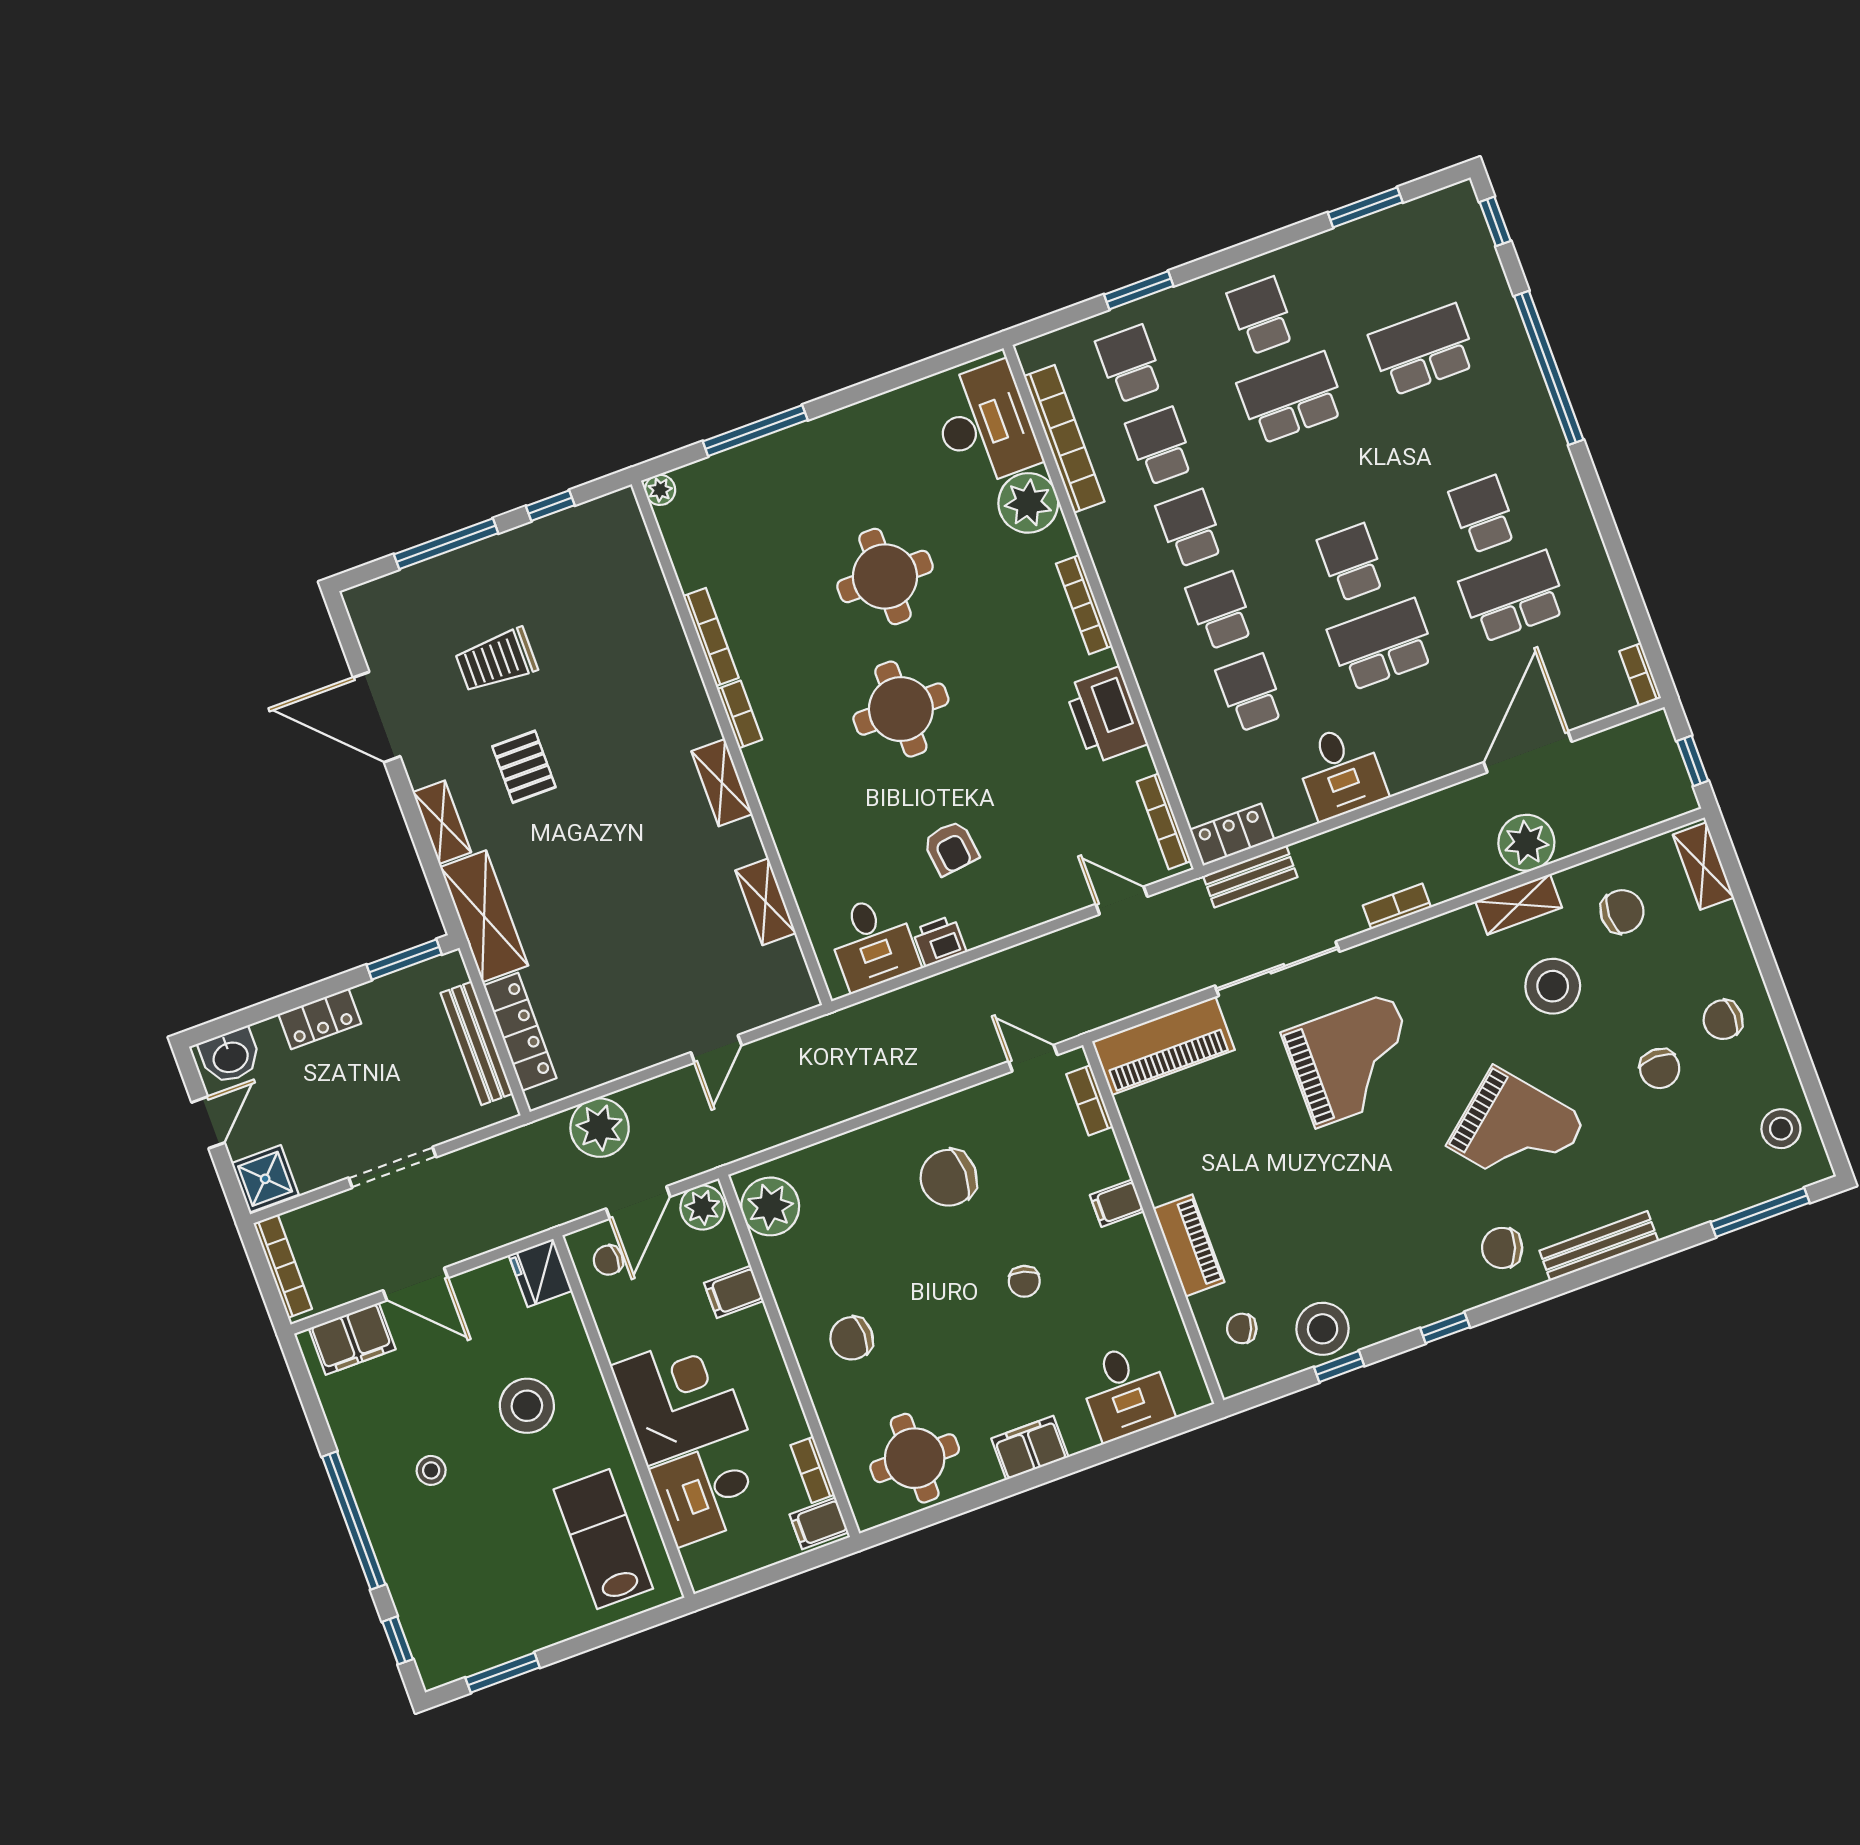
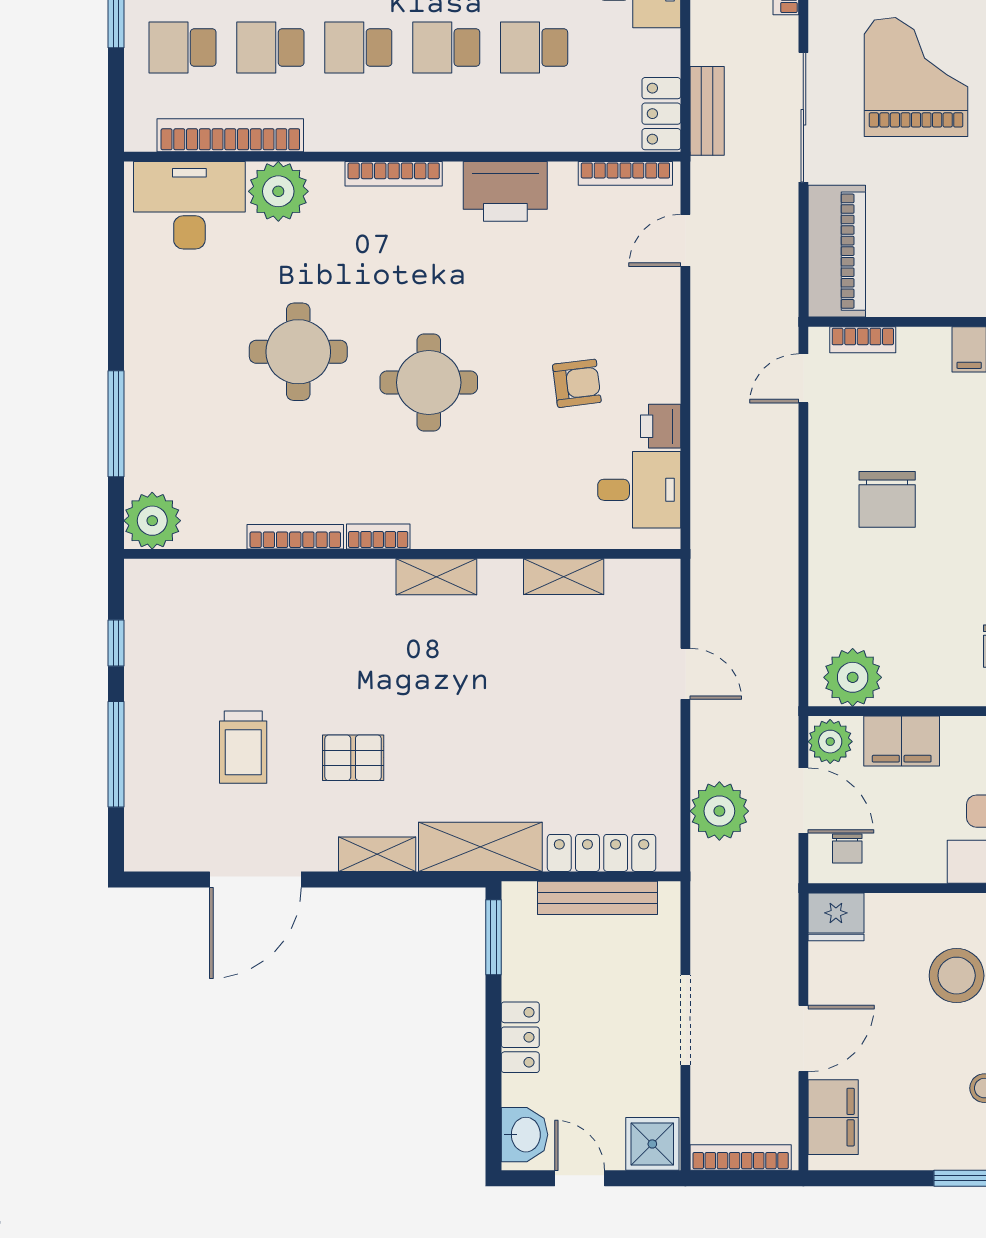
plant: (660, 490) -> (152, 521), width x1.88, depth x1.88
filing cabinet: (734, 1292) -> (902, 741), width x2.00

